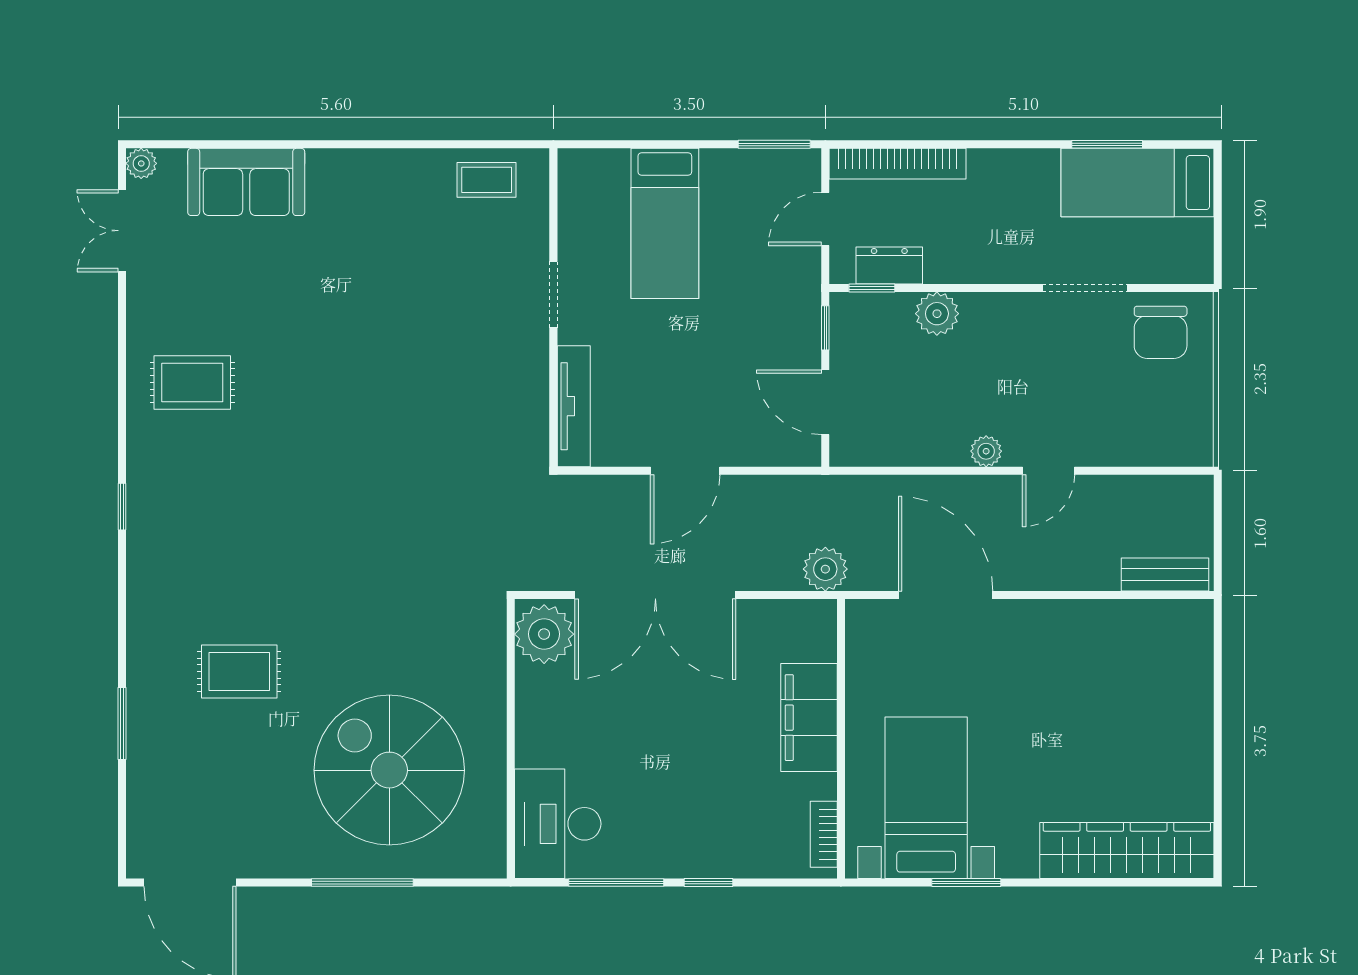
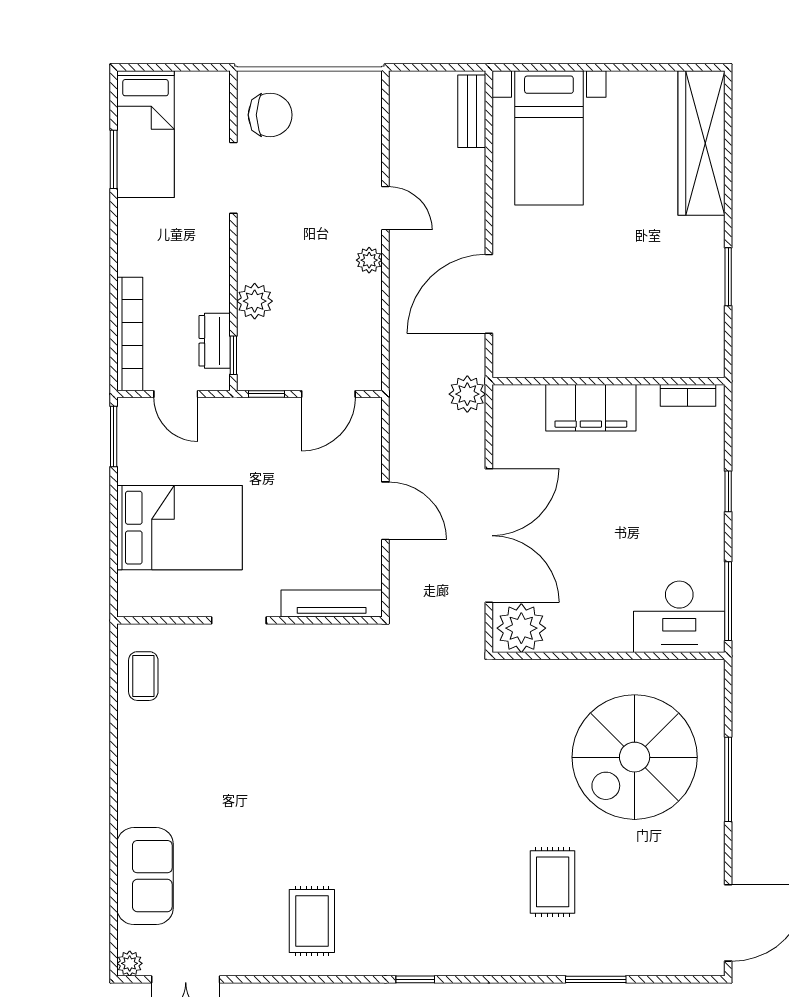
bed: (665, 223) -> (179, 528), width x1.50
bed with nightstands: (926, 798) -> (549, 138), moved, turned -90
window: (616, 883) -> (728, 601), moved

